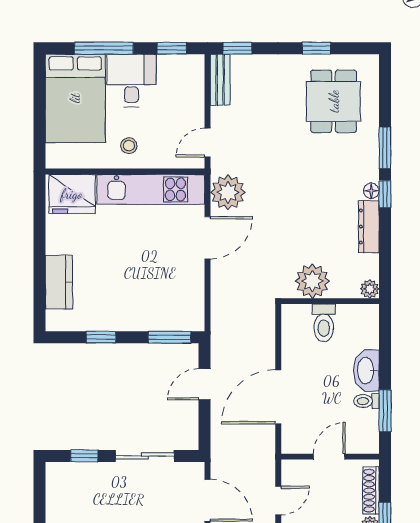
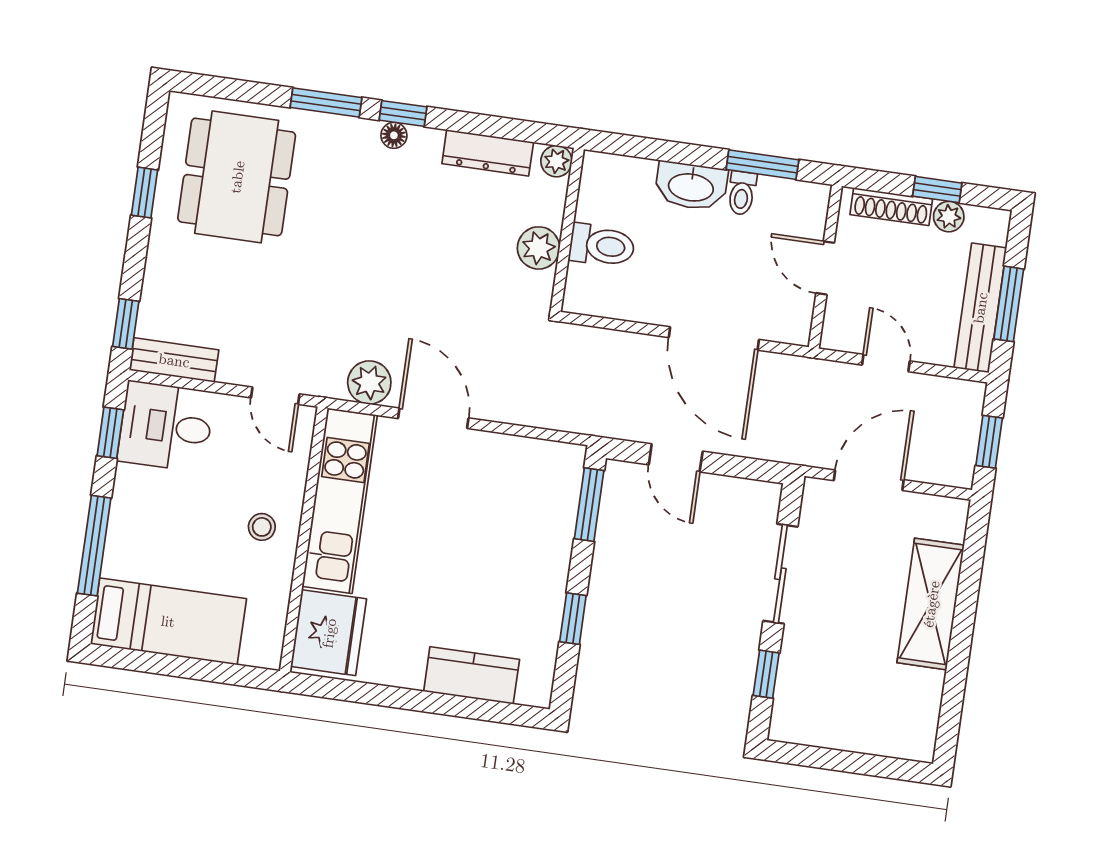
desk: (132, 80) -> (166, 426), moved
bed: (75, 98) -> (168, 621), width x0.67
dining table: (334, 101) -> (237, 177), width x1.38
plant: (228, 192) -> (369, 383), width x0.73, depth x0.73
dresser: (369, 227) -> (488, 153), moved
plant: (312, 281) -> (539, 248), width x0.73, depth x0.73

